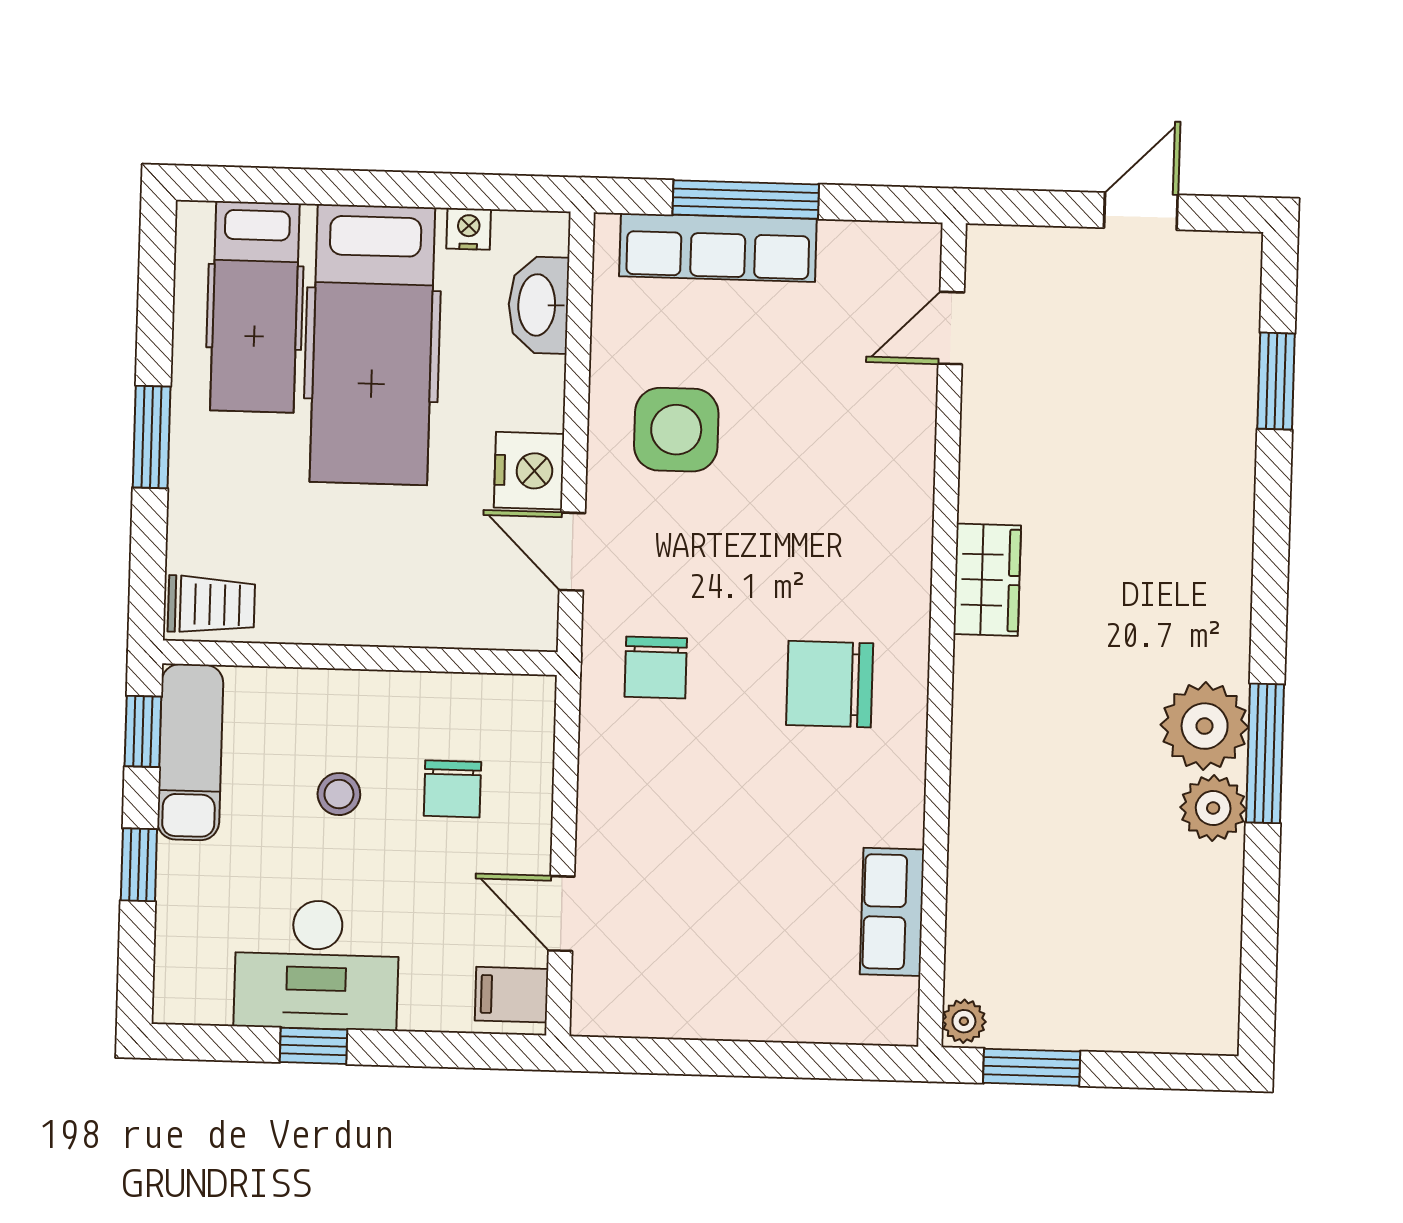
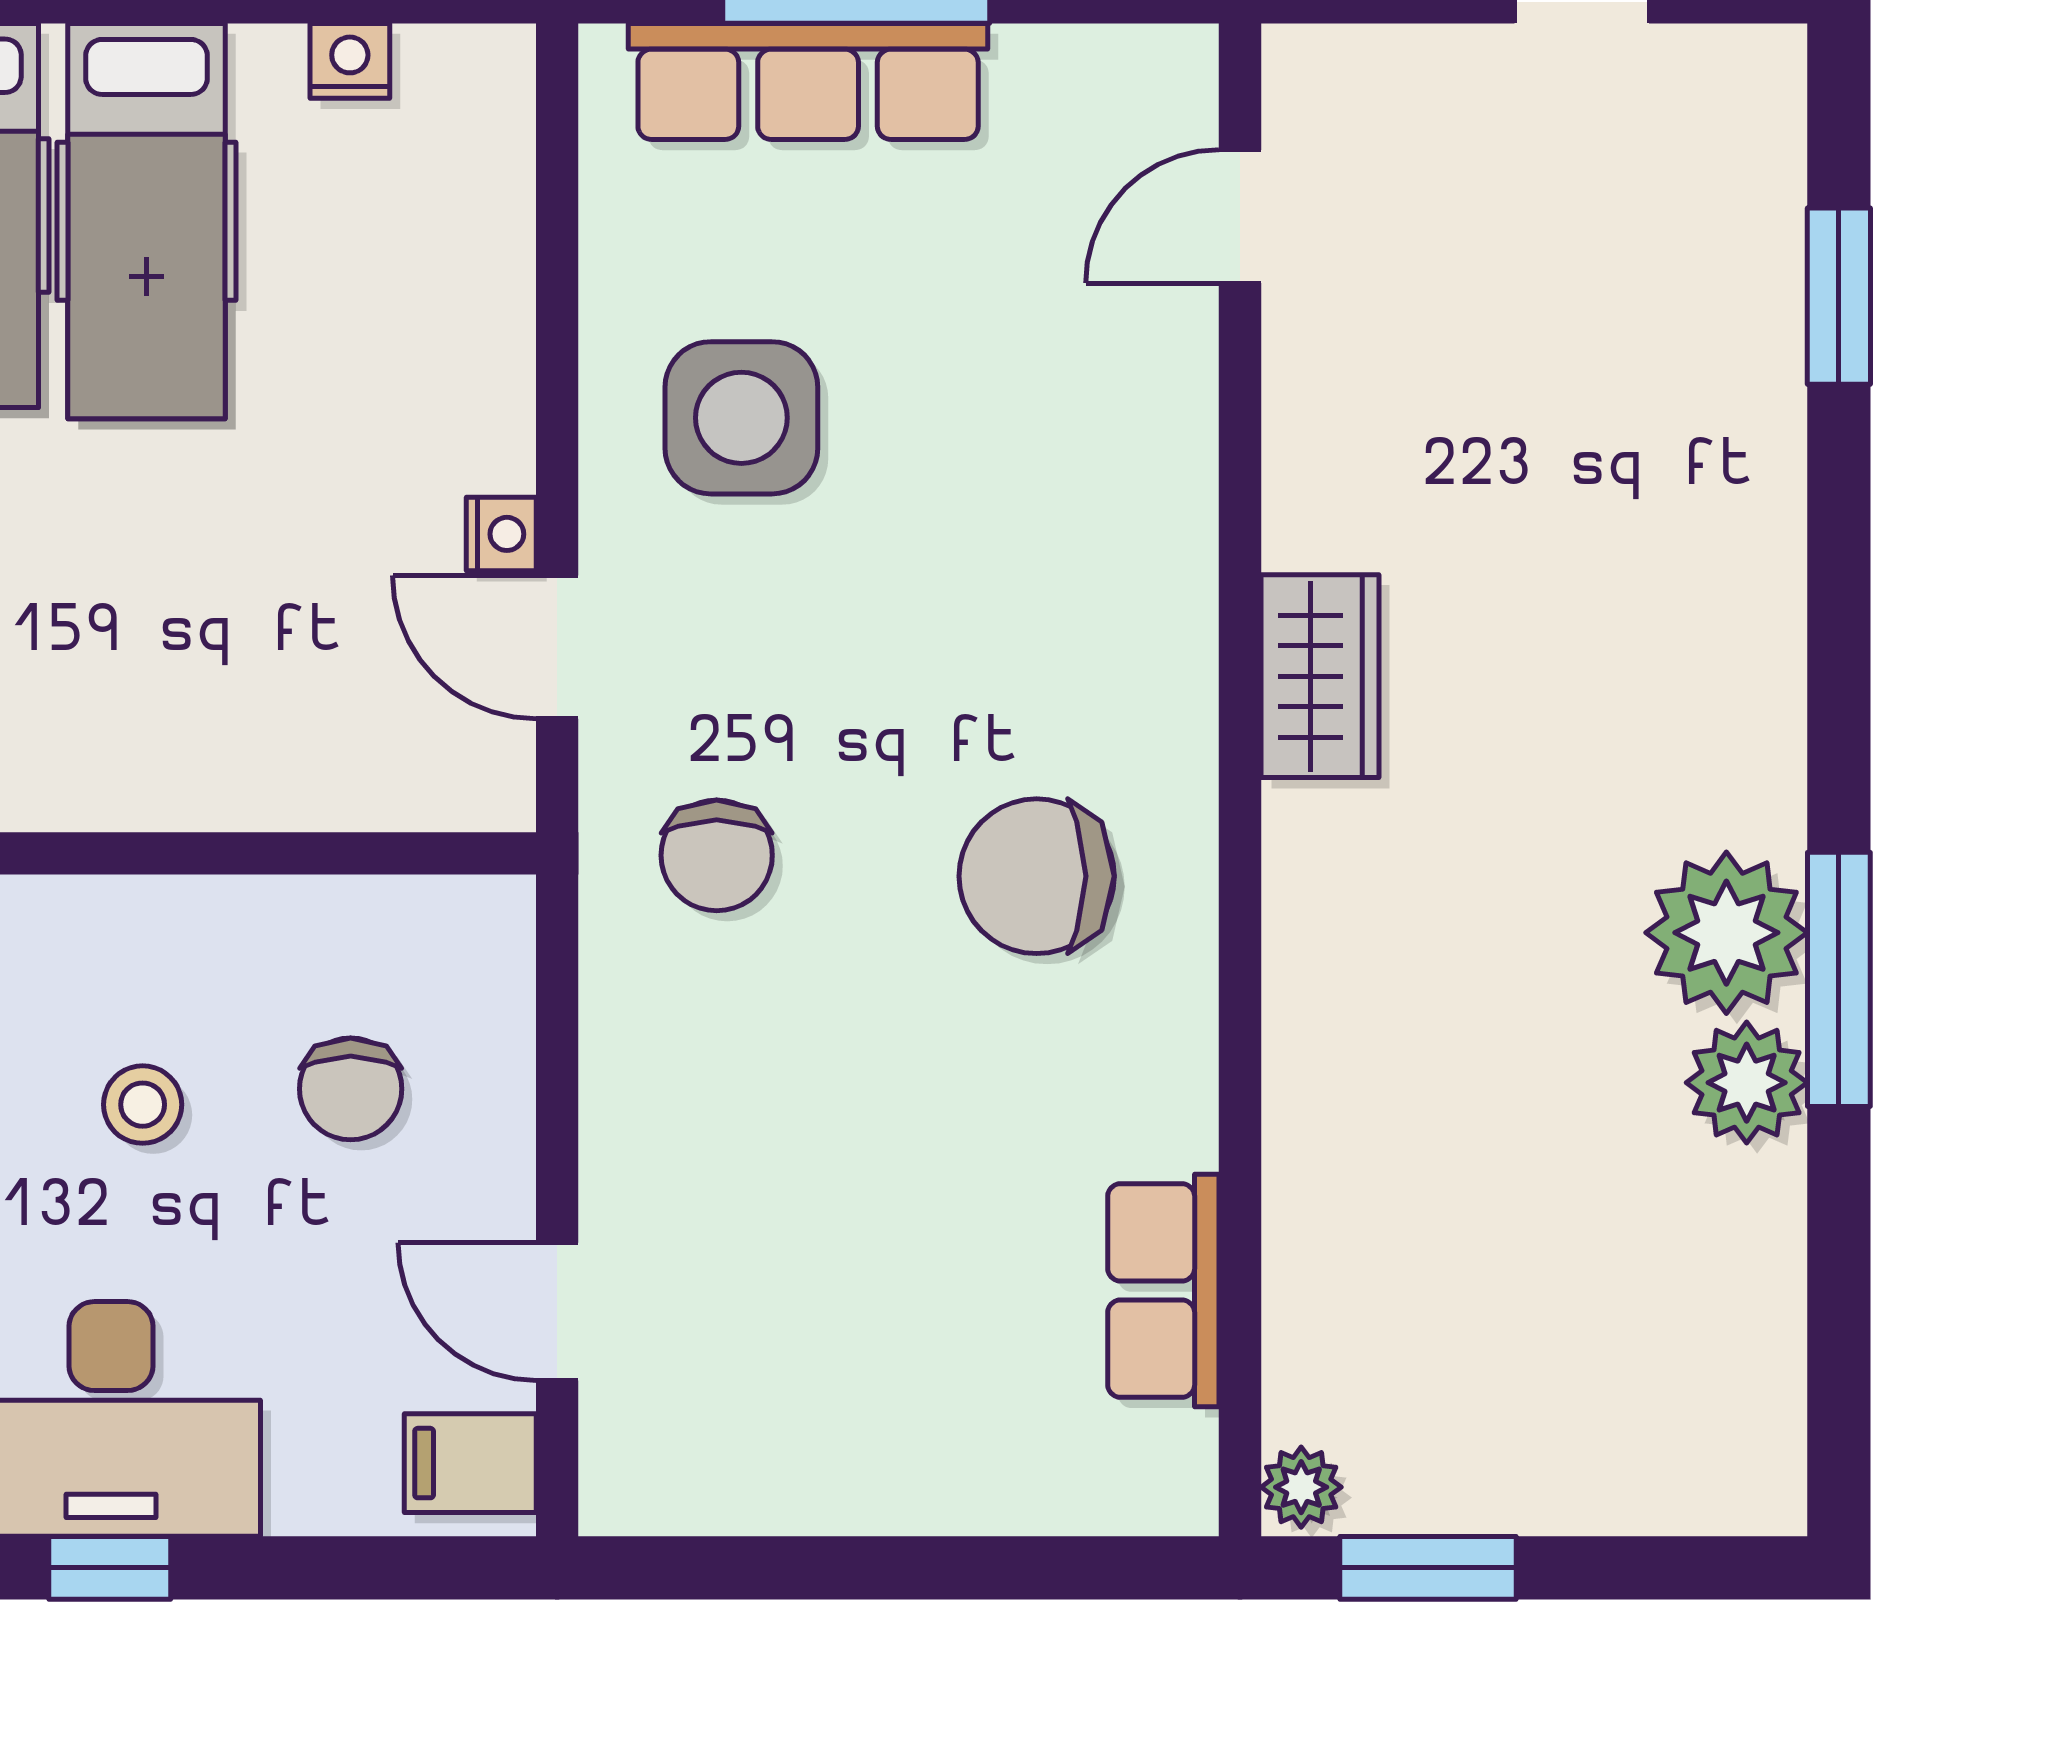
washbasin: (538, 305) -> (482, 197), removed
hospital bed: (372, 345) -> (146, 221), width x0.73, depth x0.78
nightstand: (529, 471) -> (501, 534), width x0.53, depth x0.56

